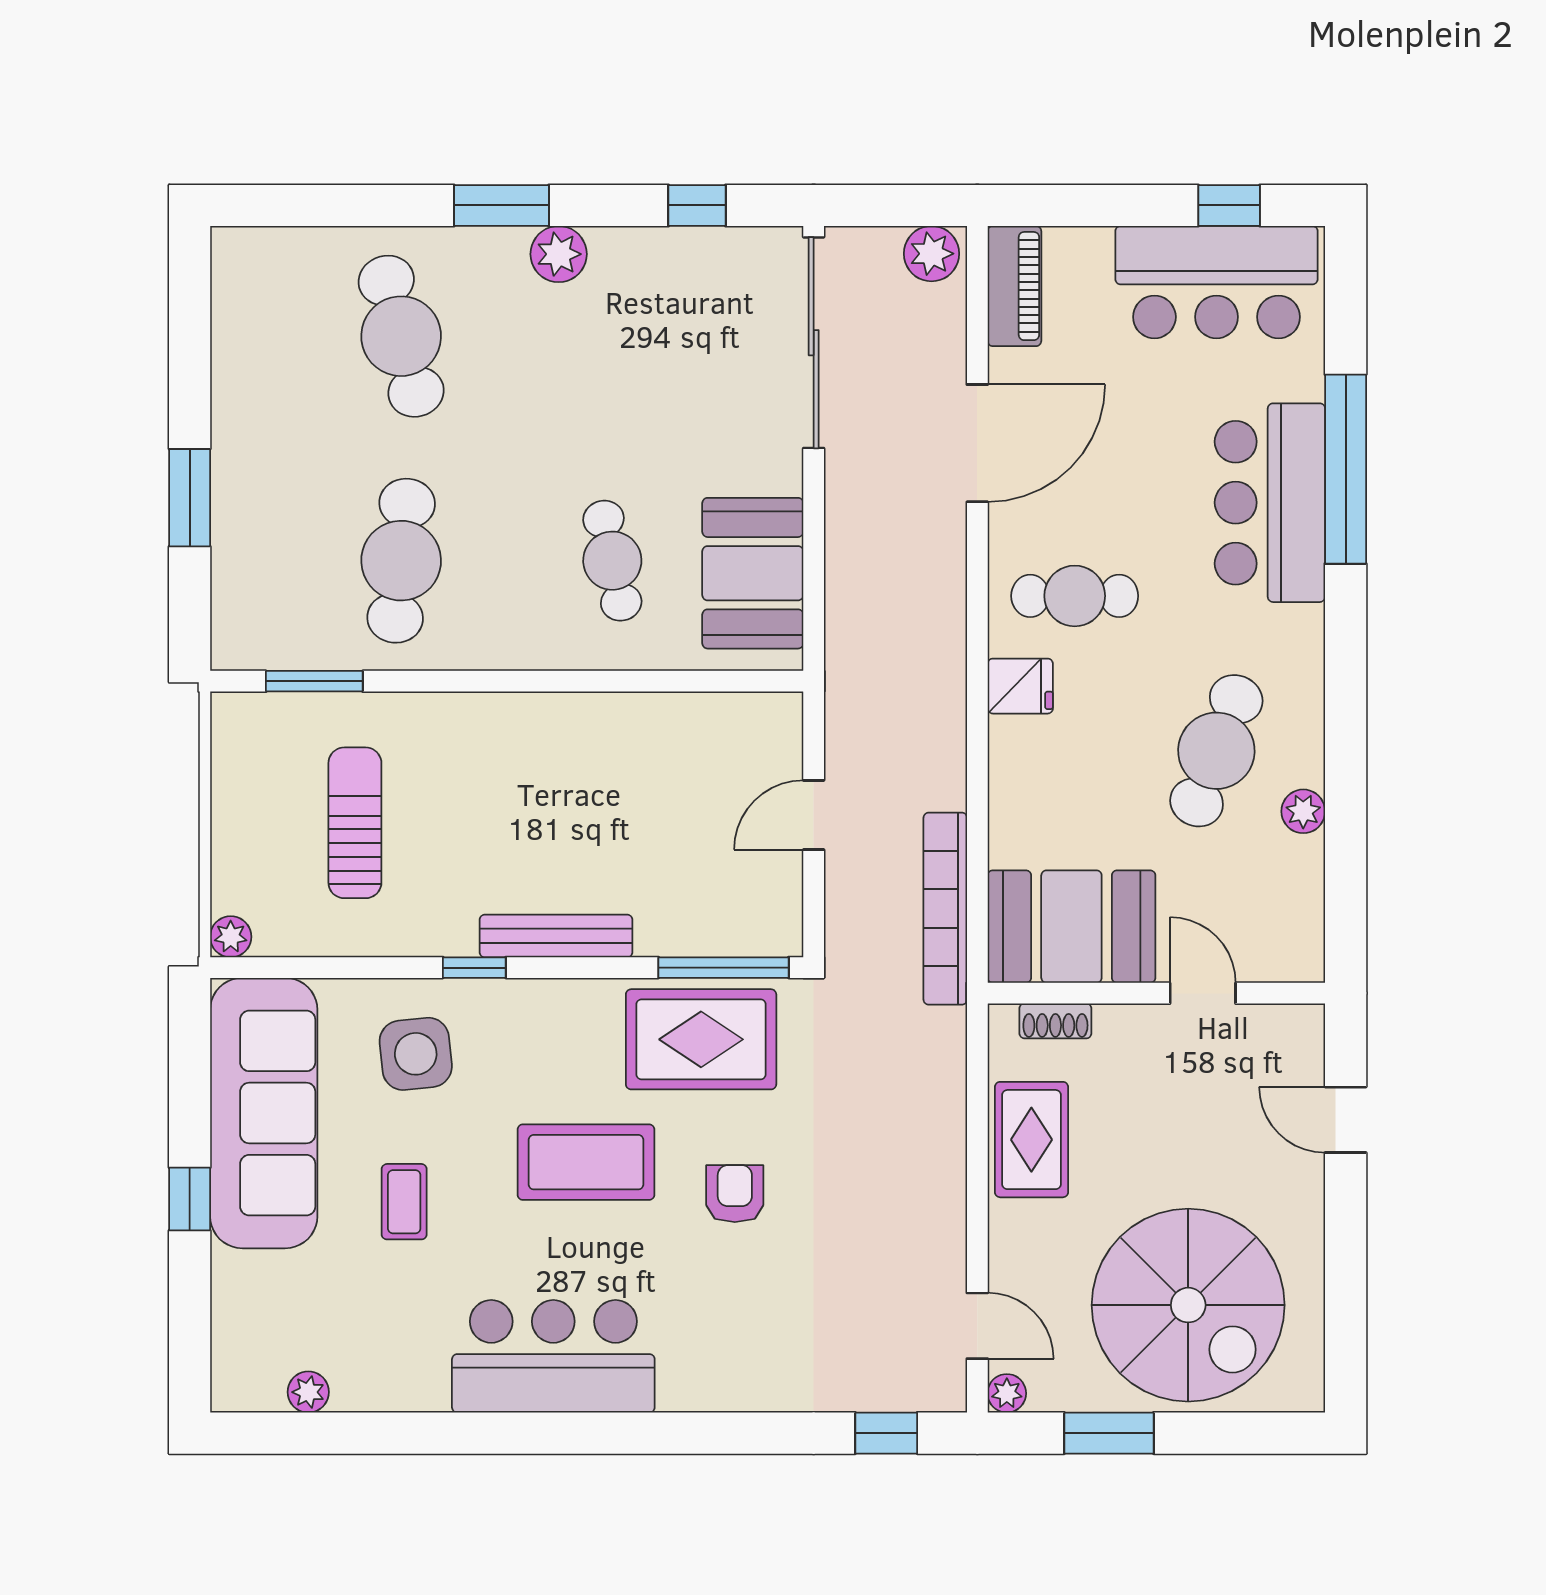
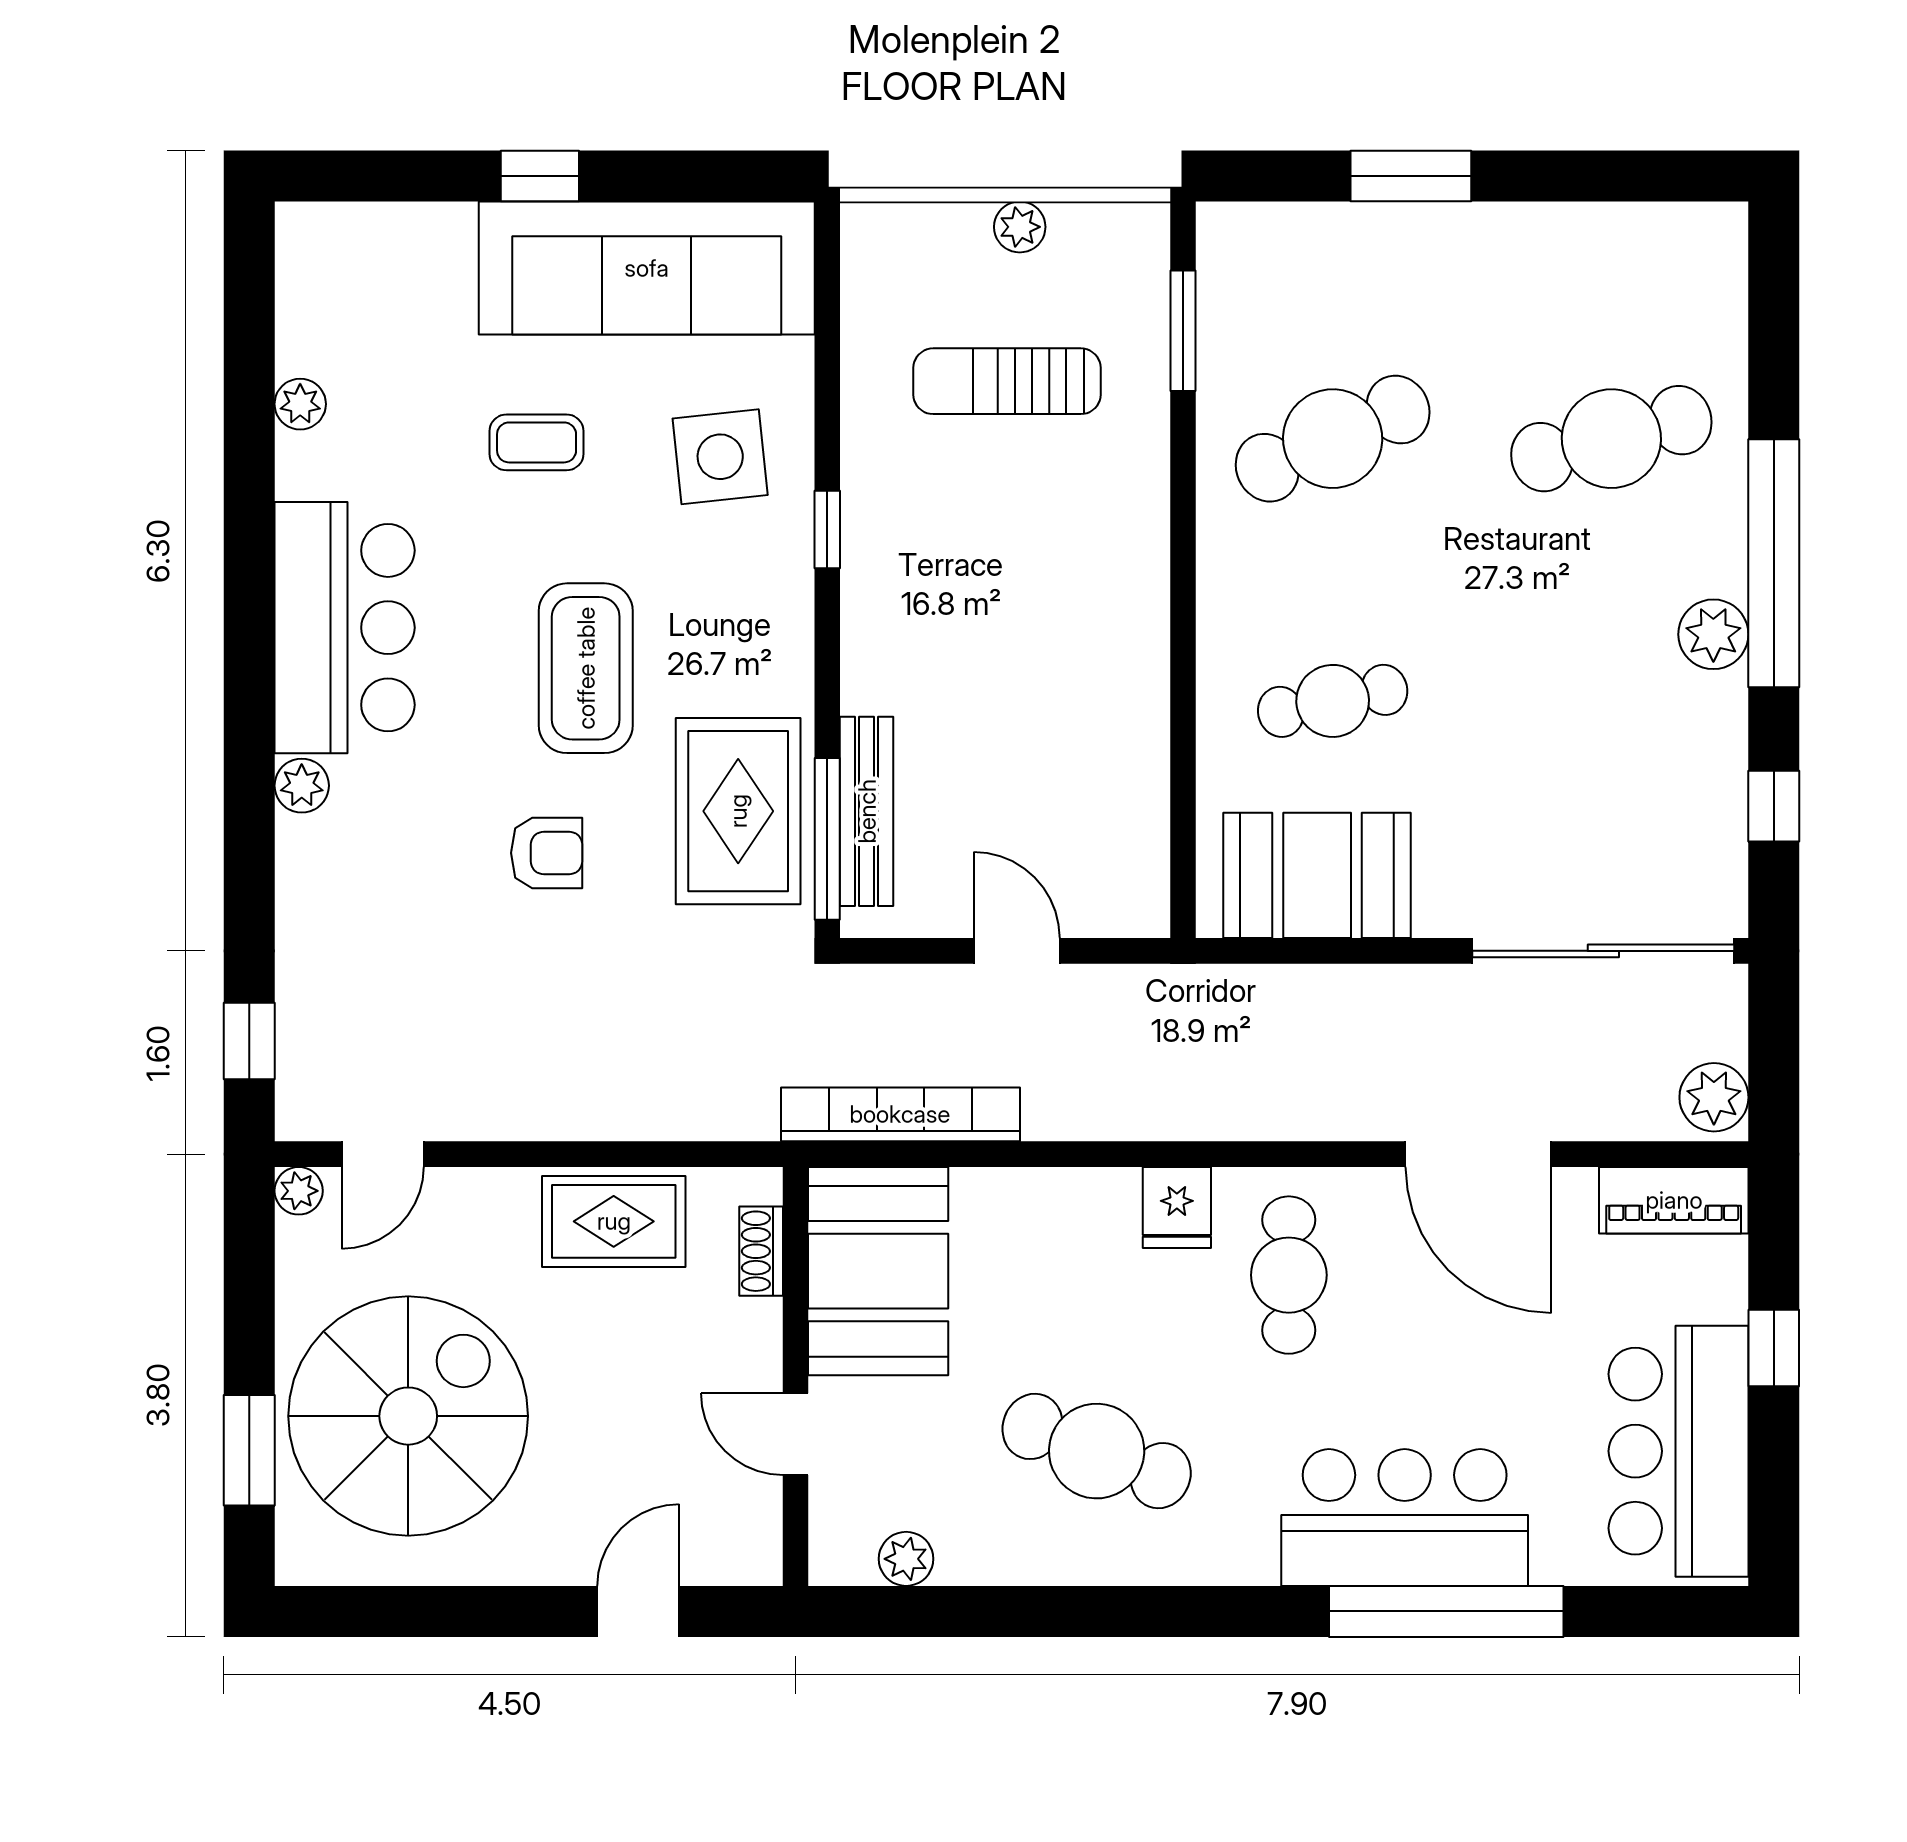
window: (501, 205) -> (1774, 563), width x2.11
window: (1229, 205) -> (1774, 1348), moved
cafe table: (401, 561) -> (1333, 439), turned -30
plant: (1303, 811) -> (906, 1559), moved
sun lounger: (355, 823) -> (1007, 381), turned 180
bench: (556, 936) -> (867, 811), moved
plant: (231, 937) -> (1020, 227), moved
door: (1203, 993) -> (796, 1434), swing flipped
spiral stairs: (1188, 1305) -> (408, 1416), turned 180
plant: (681, 1391) -> (302, 786), added
plant: (308, 1392) -> (300, 404), moved
window: (1109, 1433) -> (249, 1450), moved

